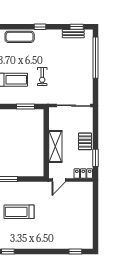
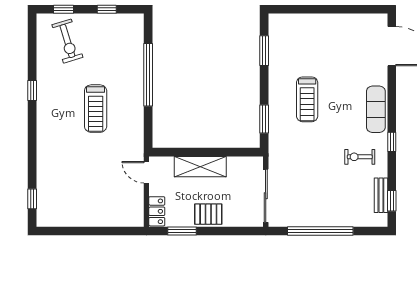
window: (96, 58) -> (320, 231), moved
exercise bike: (42, 76) -> (360, 157), moved
treadmill: (19, 212) -> (96, 109), turned 180

